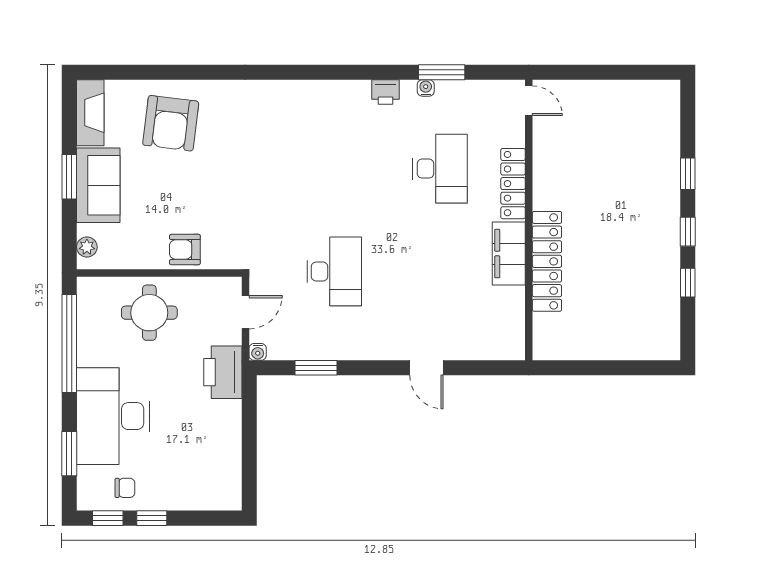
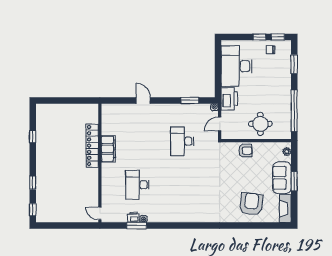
printer: (386, 92) -> (133, 217), moved
locker: (513, 184) -> (107, 178), removed
window: (688, 232) -> (33, 210), moved
desk: (113, 416) -> (237, 66), moved, turned 180

